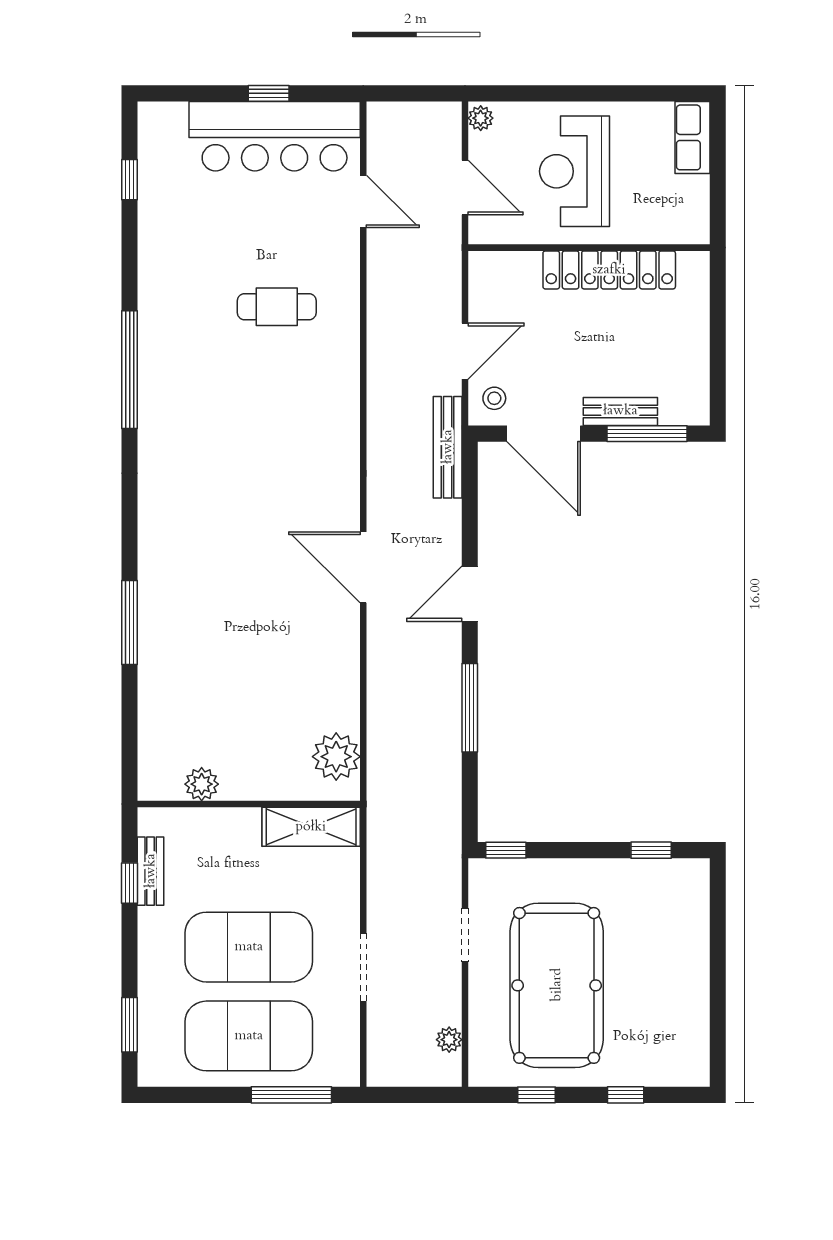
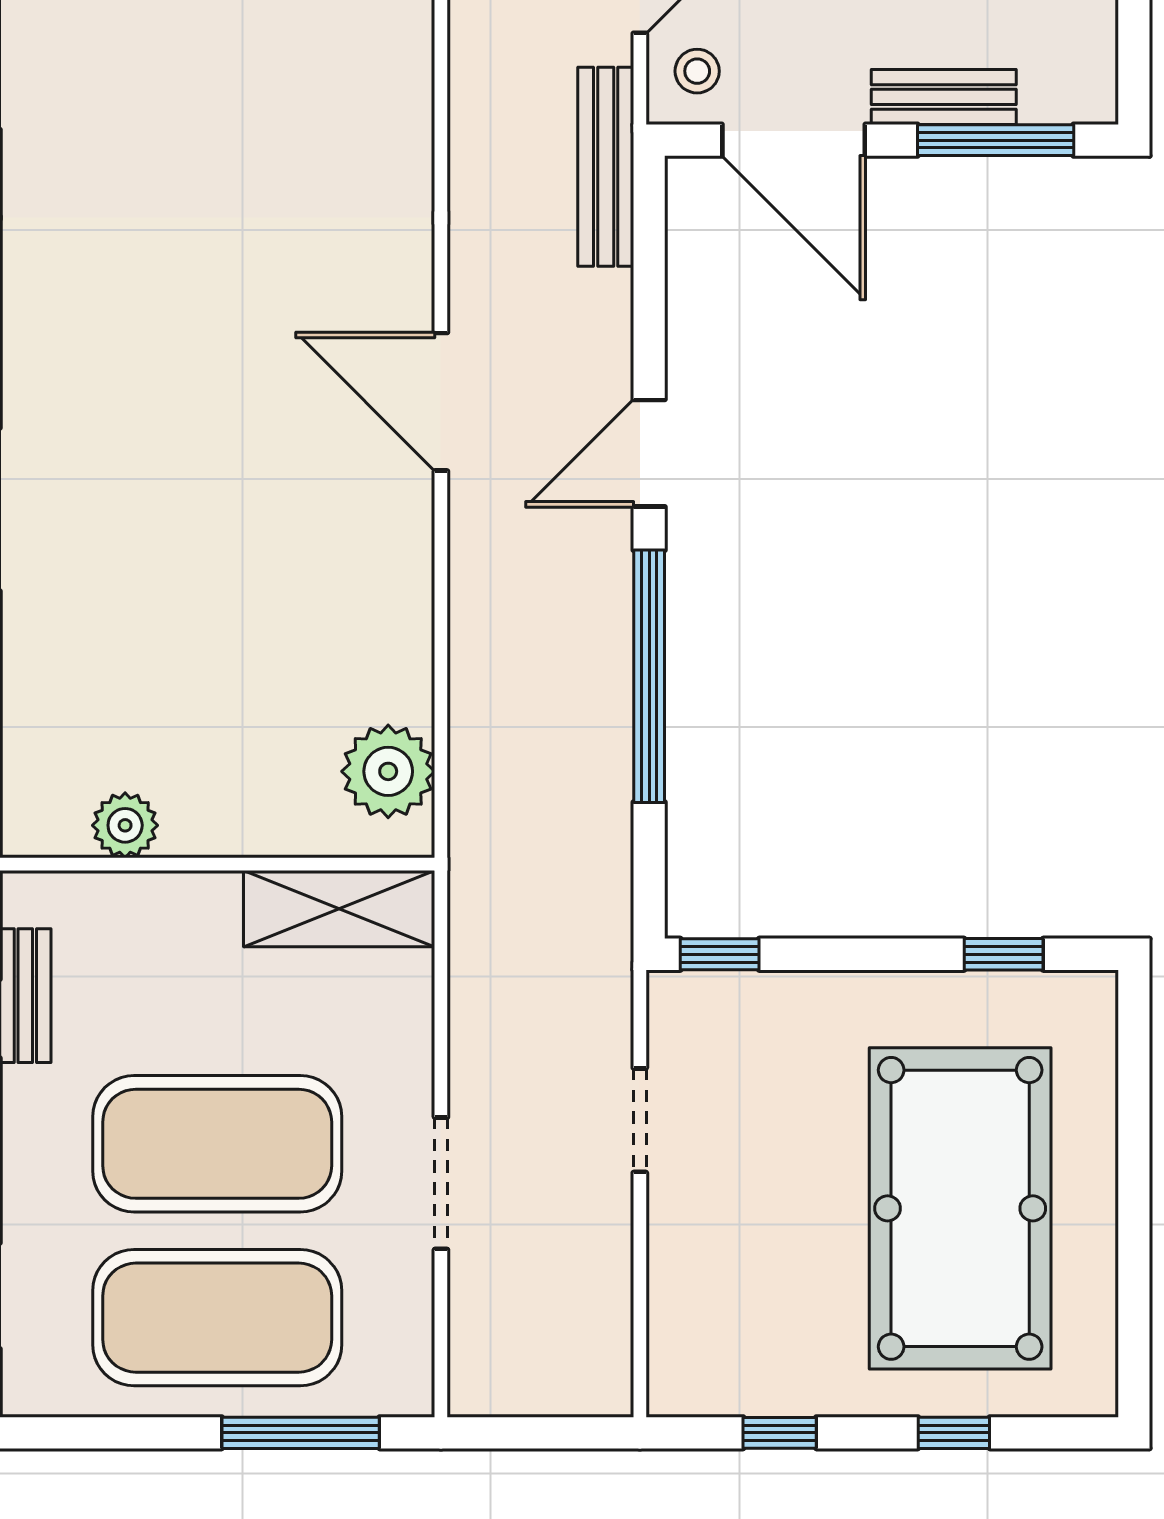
window: (470, 708) -> (649, 676), width x1.46
pool table: (557, 985) -> (960, 1208), moved
plant: (449, 1040) -> (609, 1325), removed

